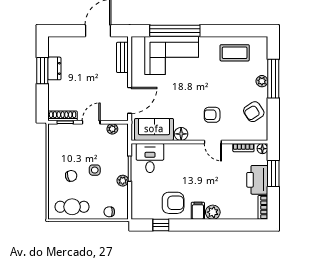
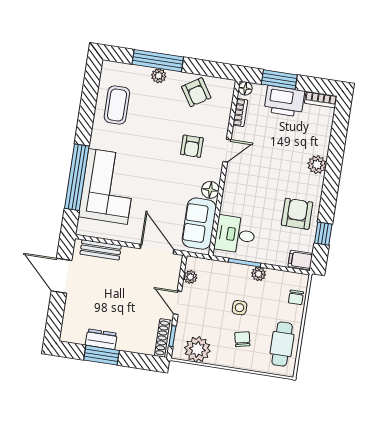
plant: (58, 143) -> (197, 349), added
filing cabinet: (198, 211) -> (300, 260), moved

